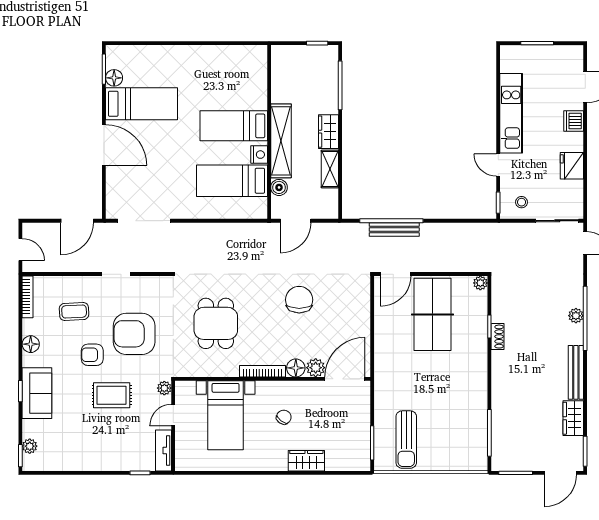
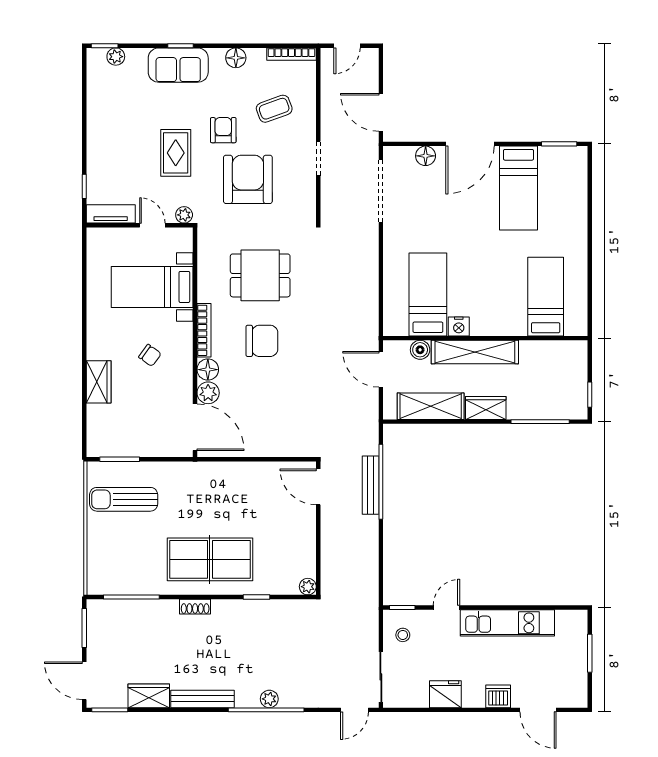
floor lamp: (114, 78) -> (426, 156), moved
bed: (234, 126) -> (546, 297), moved
shelving: (330, 169) -> (431, 406), width x1.50, depth x1.33
chair: (299, 300) -> (262, 341), moved
coffee table: (74, 312) -> (274, 109), turned 73
table tennis table: (432, 314) -> (210, 559), moved
shoe rack: (497, 337) -> (195, 607), moved

